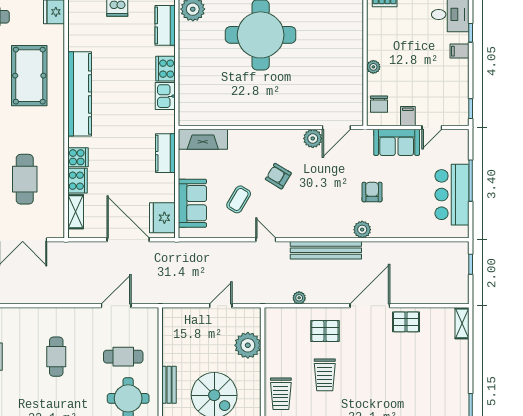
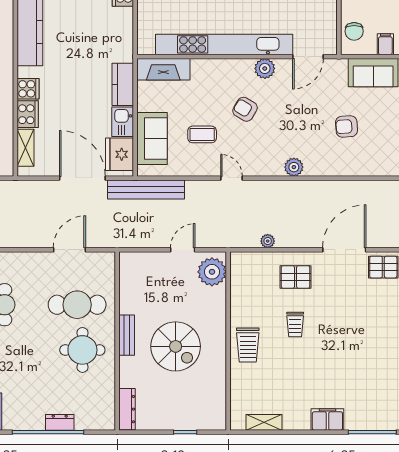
kitchen sink: (165, 96) -> (123, 122), moved
kitchen unit: (259, 116) -> (224, 44), added
plant: (313, 138) -> (265, 68), moved
armchair: (372, 192) -> (347, 126), turned -94
coffee table: (239, 199) -> (202, 134), turned 59
plant: (362, 230) -> (294, 167), moved
bench: (326, 250) -> (146, 190), moved
plant: (248, 345) -> (212, 272), moved
cafe table: (123, 357) -> (77, 305), width x1.37, depth x1.35
trolley: (325, 375) -> (295, 325), width x0.73, depth x0.72

